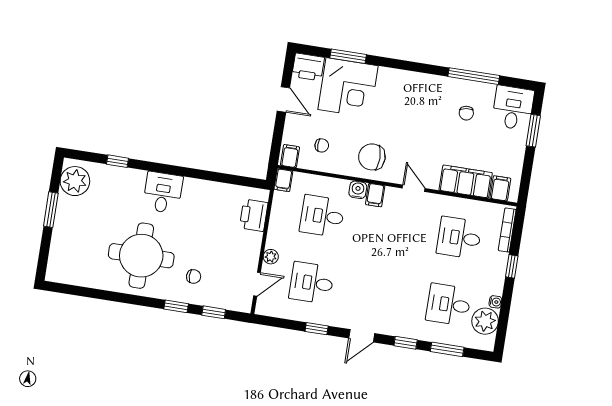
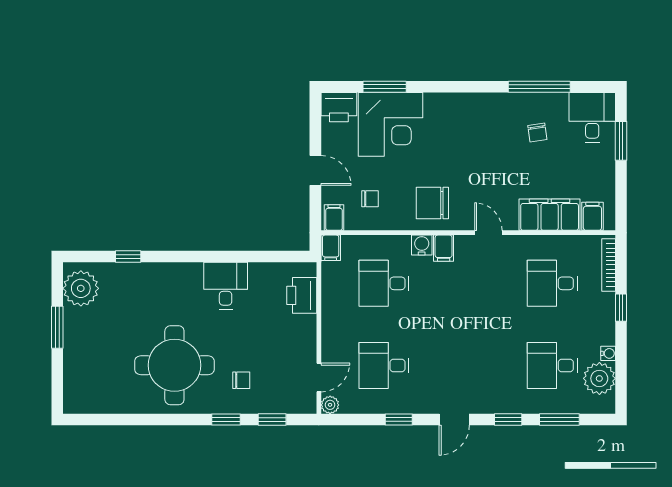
door: (283, 99) -> (315, 170), moved
desk: (163, 193) -> (226, 286), moved
plant: (271, 257) -> (330, 405), moved

